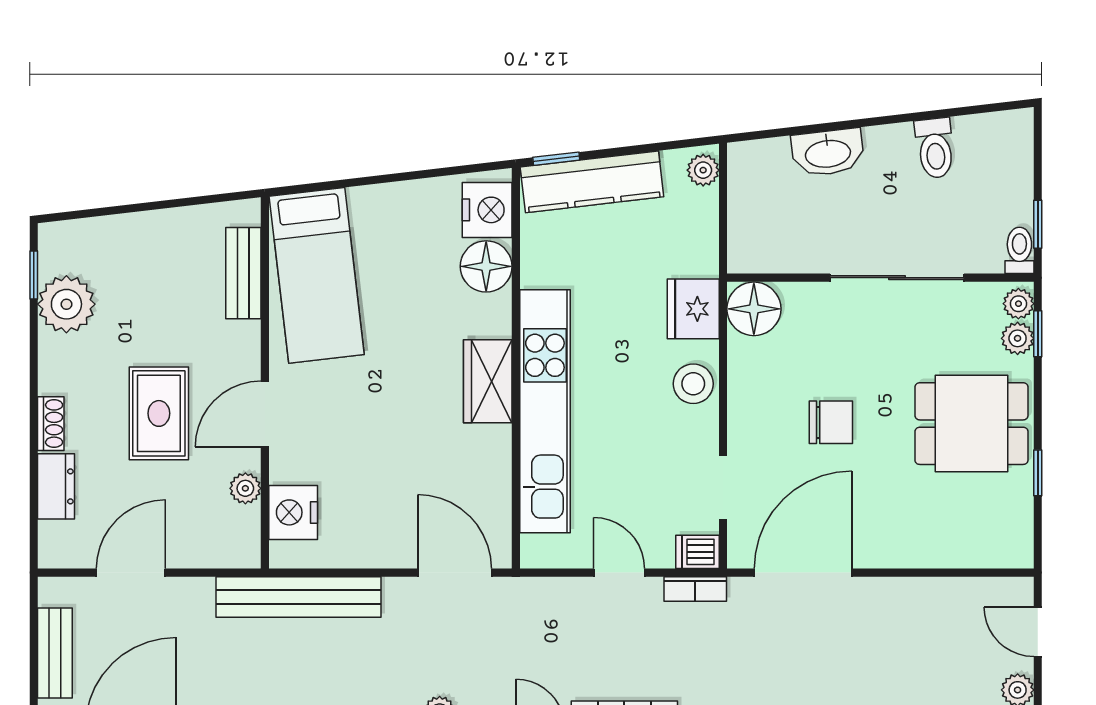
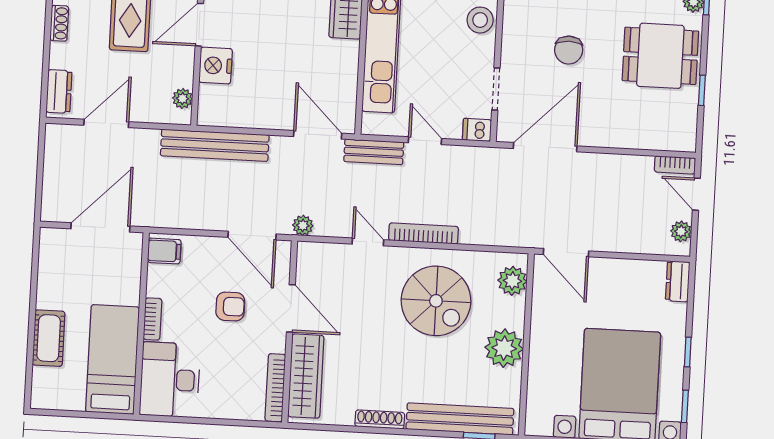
chair: (831, 422) -> (569, 50), turned 90
dresser: (56, 486) -> (59, 91), moved
plant: (245, 488) -> (182, 98), moved
nightstand: (293, 512) -> (216, 66), moved
bookcase: (695, 589) -> (675, 165), moved
bench: (55, 653) -> (374, 152), moved, turned 90

